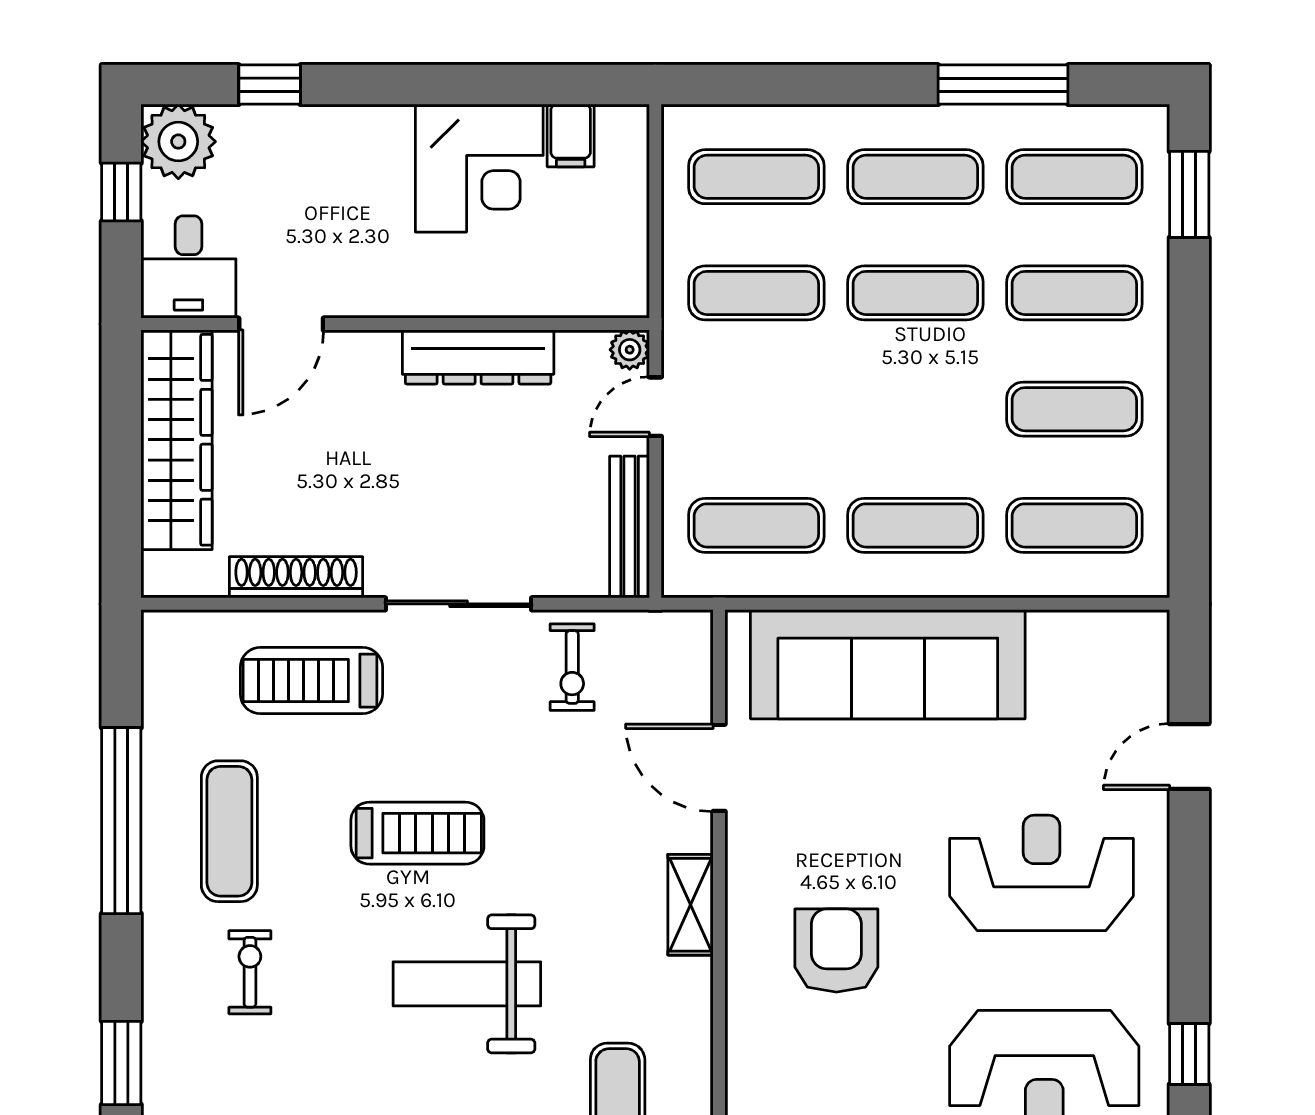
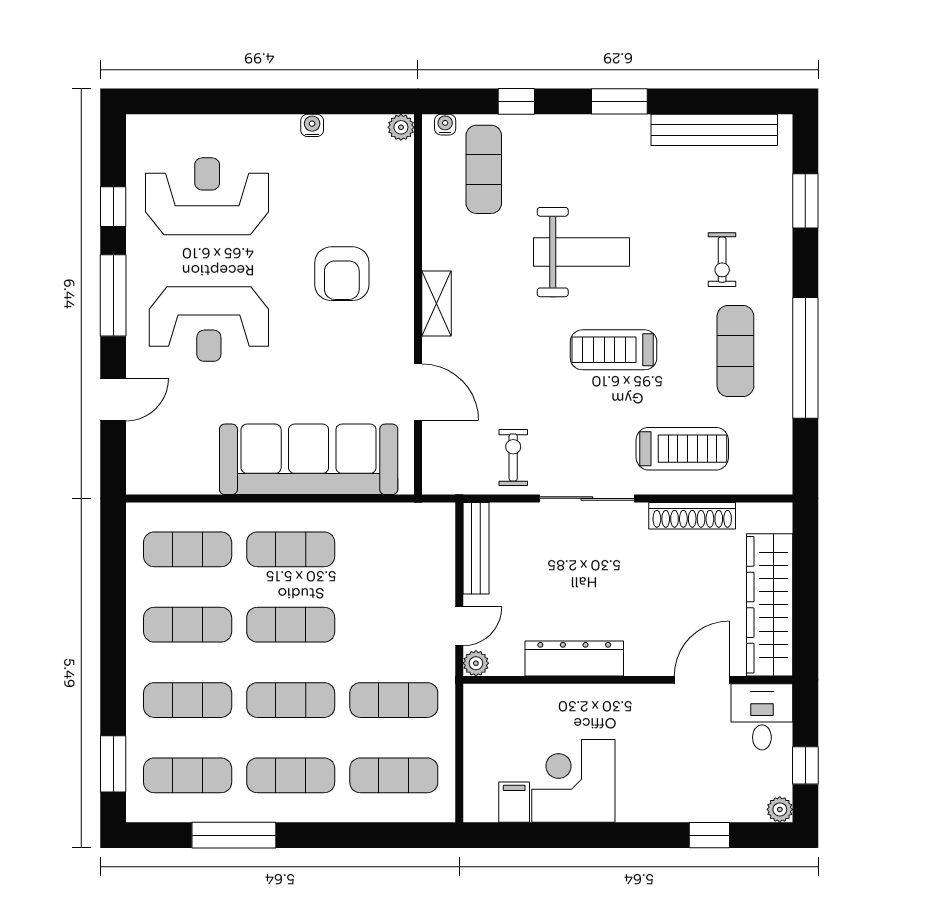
plant: (178, 142) -> (780, 809), width x0.53, depth x0.53
exercise mat: (756, 525) -> (291, 625), moved
window: (1189, 917) -> (113, 295), added

